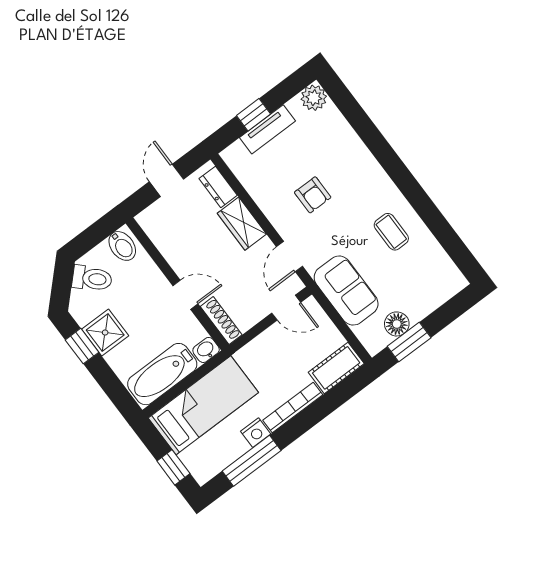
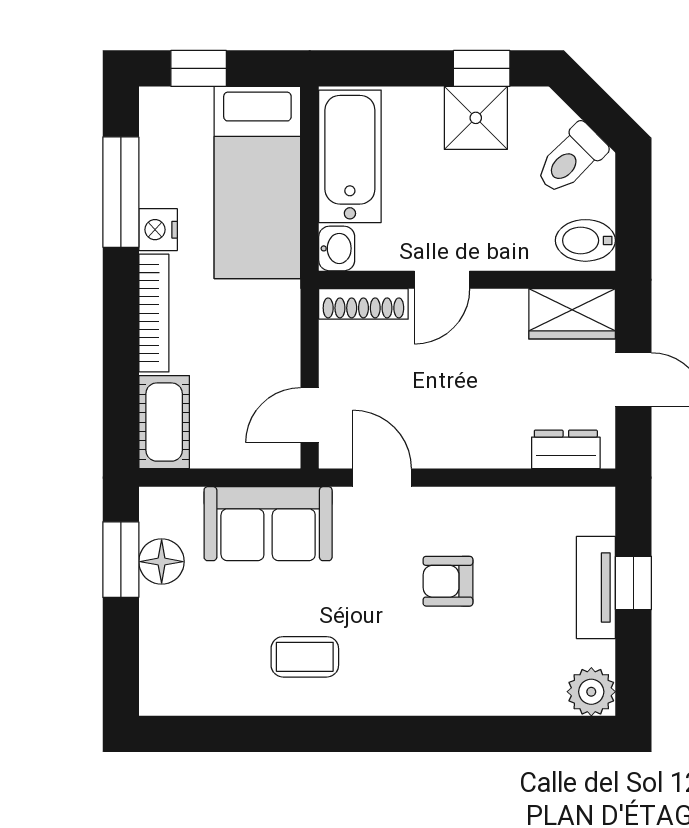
wardrobe: (242, 224) -> (572, 314), moved, turned 180

